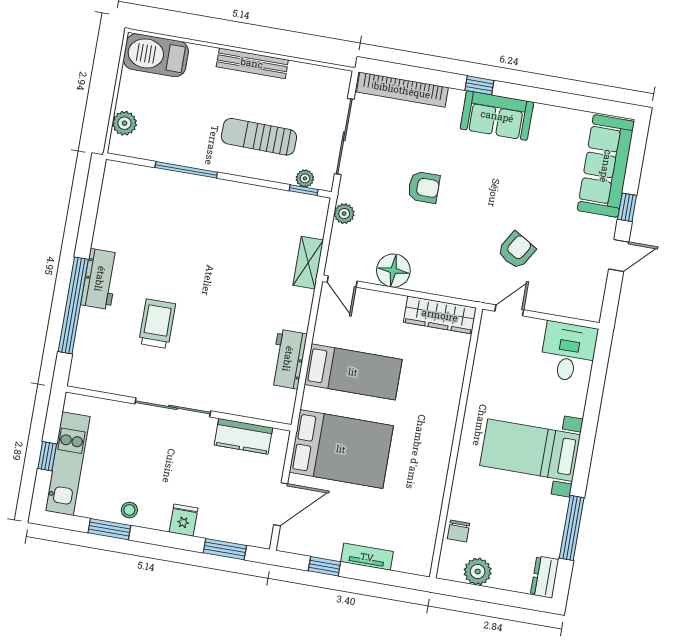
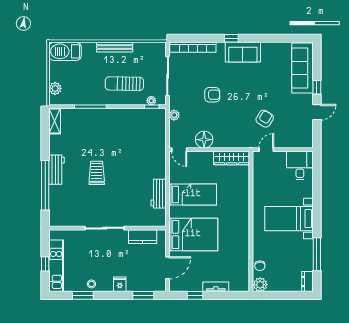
shelving: (308, 263) -> (55, 121), moved
trolley: (157, 324) -> (97, 173), moved
plant: (478, 572) -> (260, 285), moved

